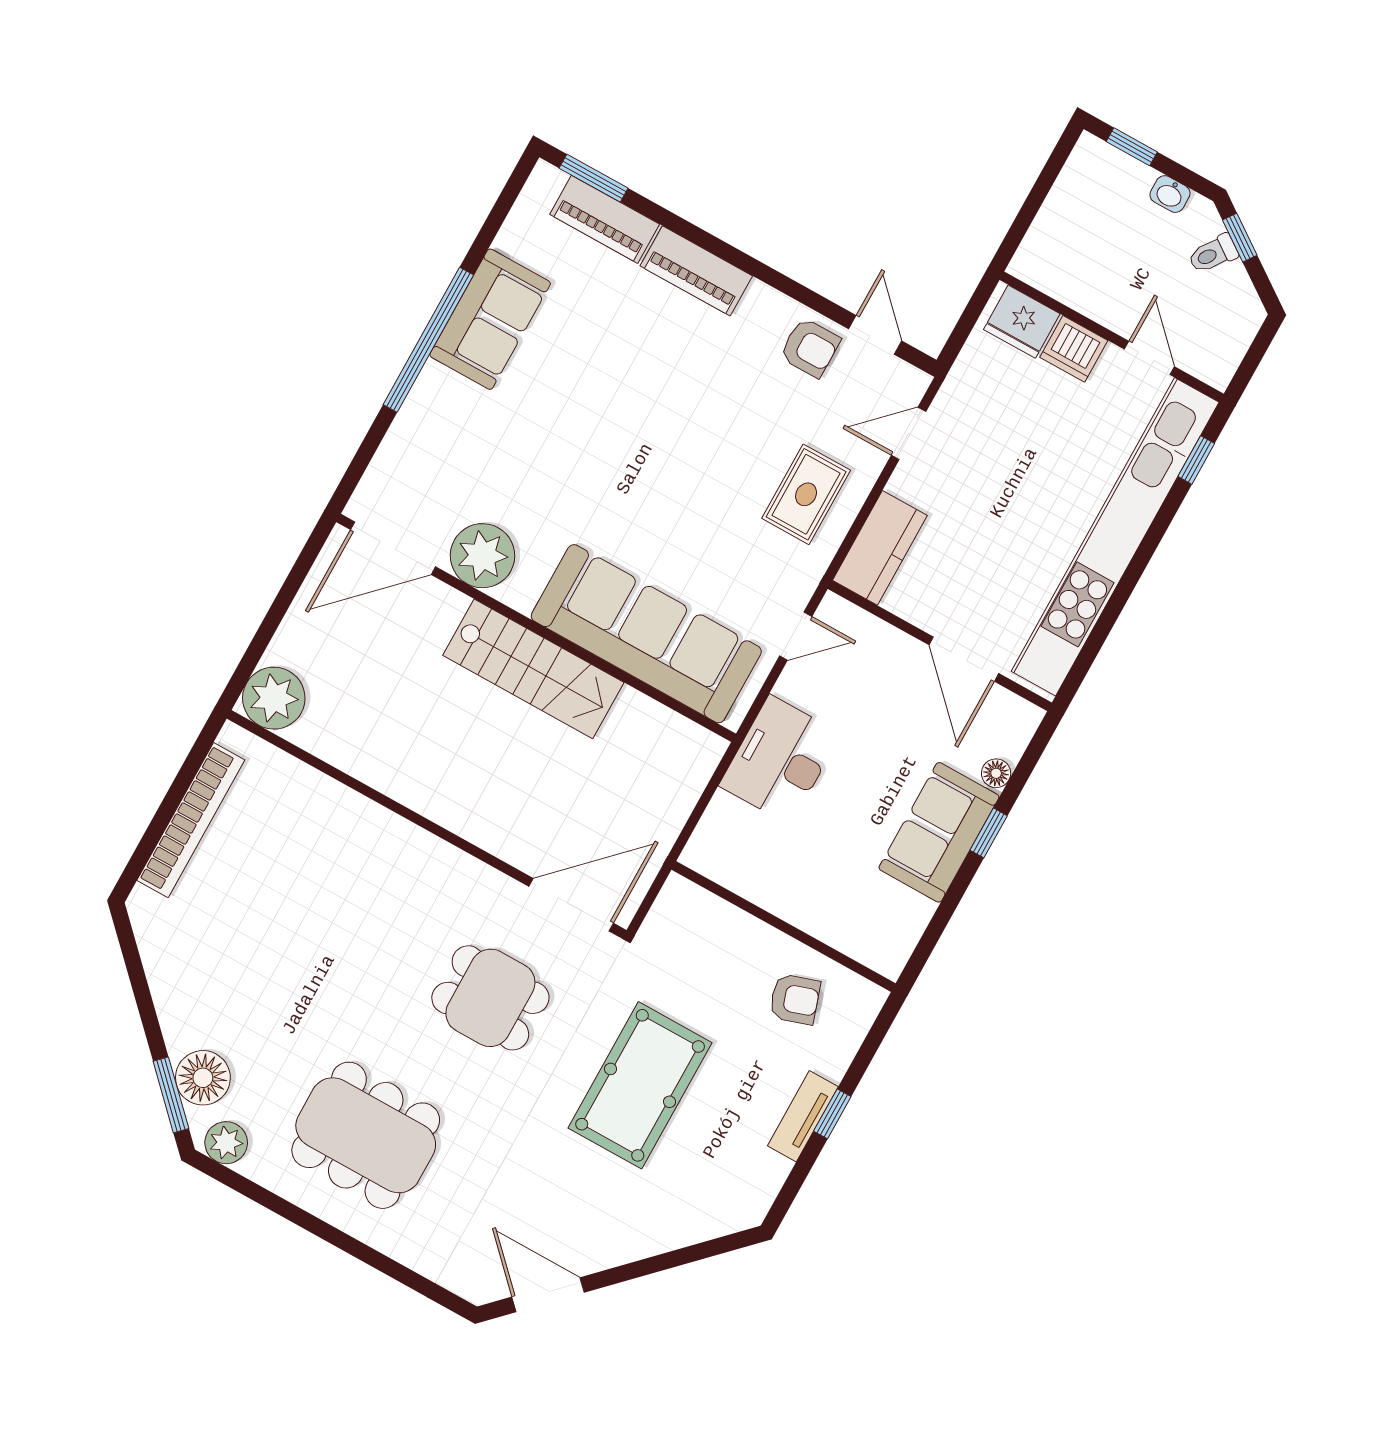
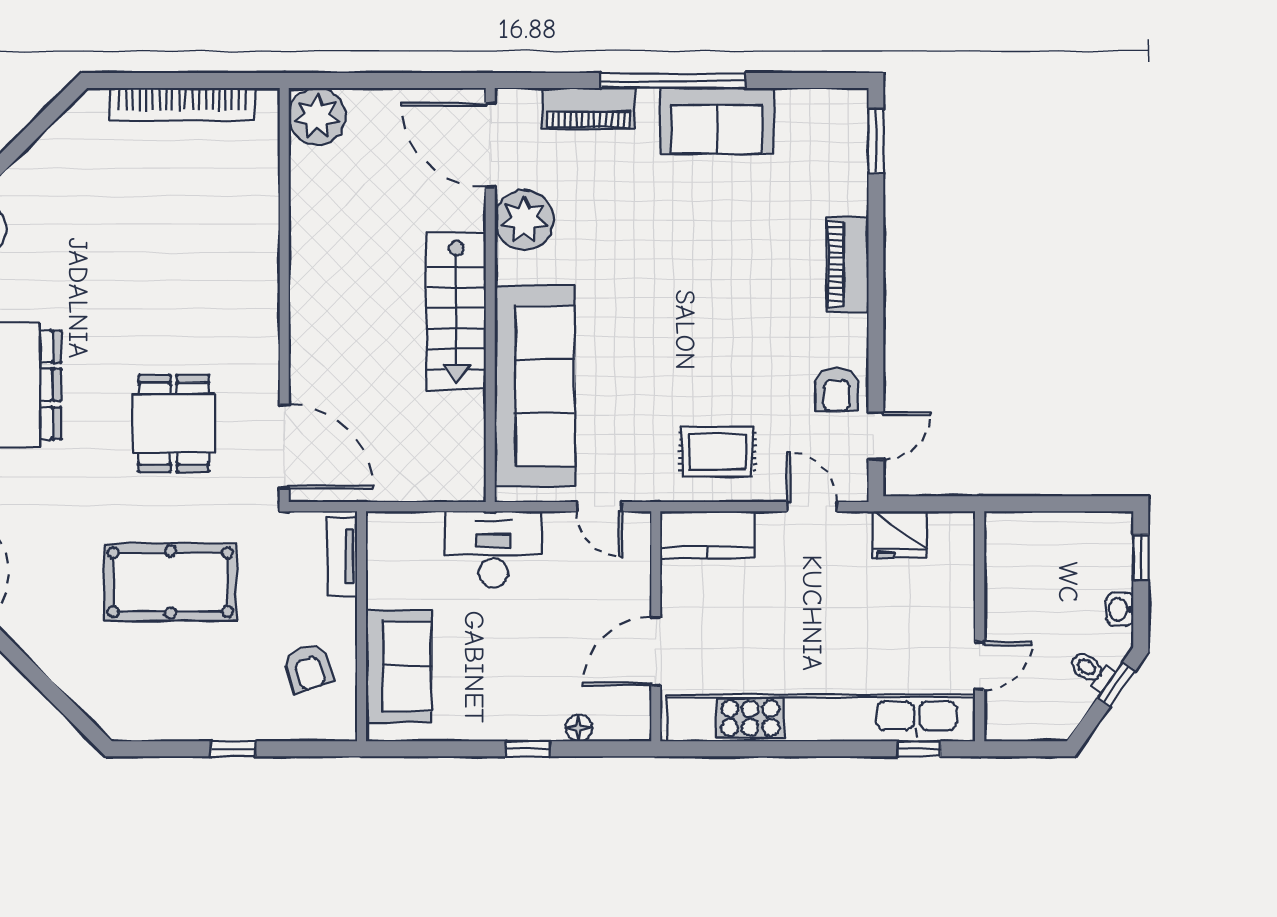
piano: (605, 219) -> (588, 109), moved, turned -90
fridge: (1022, 322) -> (900, 534), moved, turned -90
dishwasher: (1074, 349) -> (953, 601), removed
sofa: (939, 832) -> (399, 666), moved, turned 90
tv unit: (803, 1116) -> (342, 557), moved, turned -90

